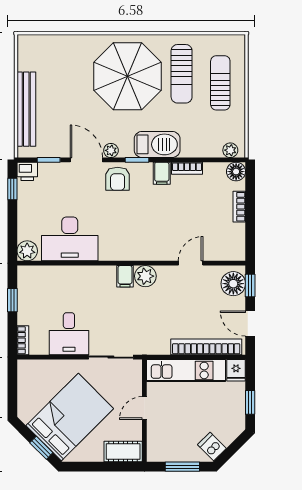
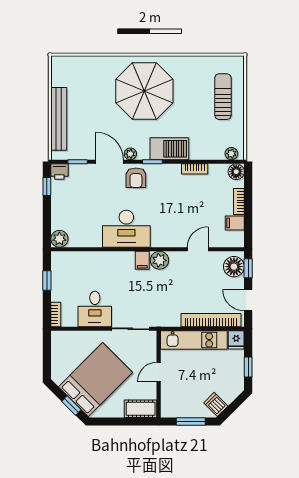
sun lounger: (182, 74) -> (190, 89), removed
filing cabinet: (162, 173) -> (235, 223), moved, turned 90
desk: (70, 239) -> (126, 229), moved

